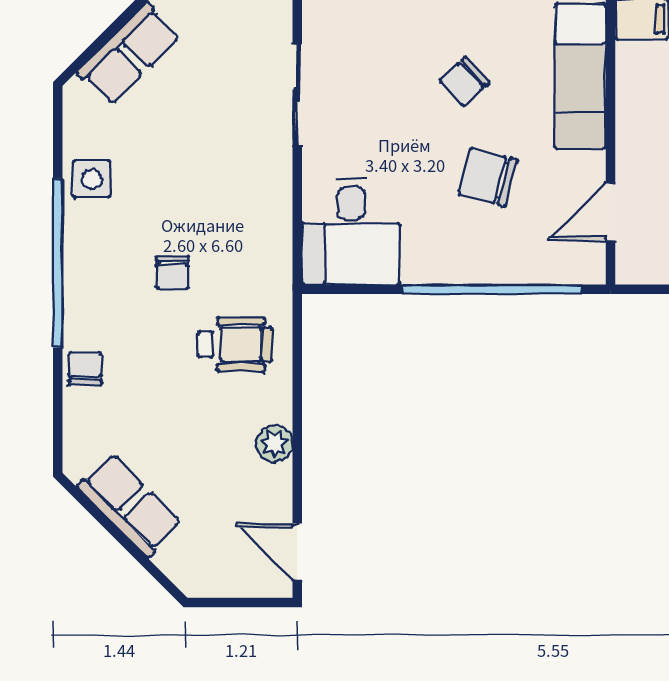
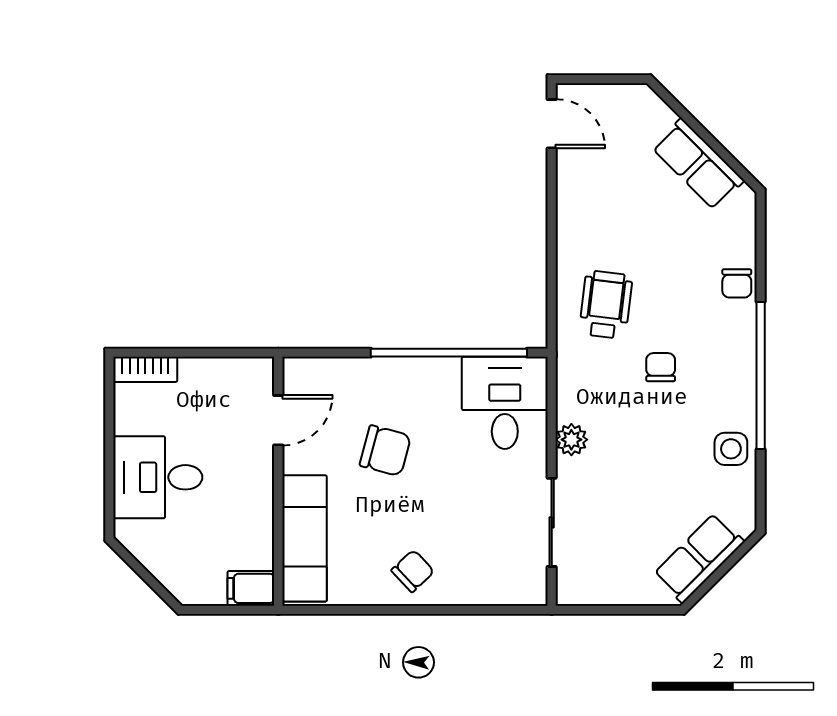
chair: (465, 82) -> (413, 571), moved
window: (492, 289) -> (449, 353), moved
wheelchair: (235, 344) -> (606, 305), turned 97
plant: (274, 443) -> (571, 440), moved

